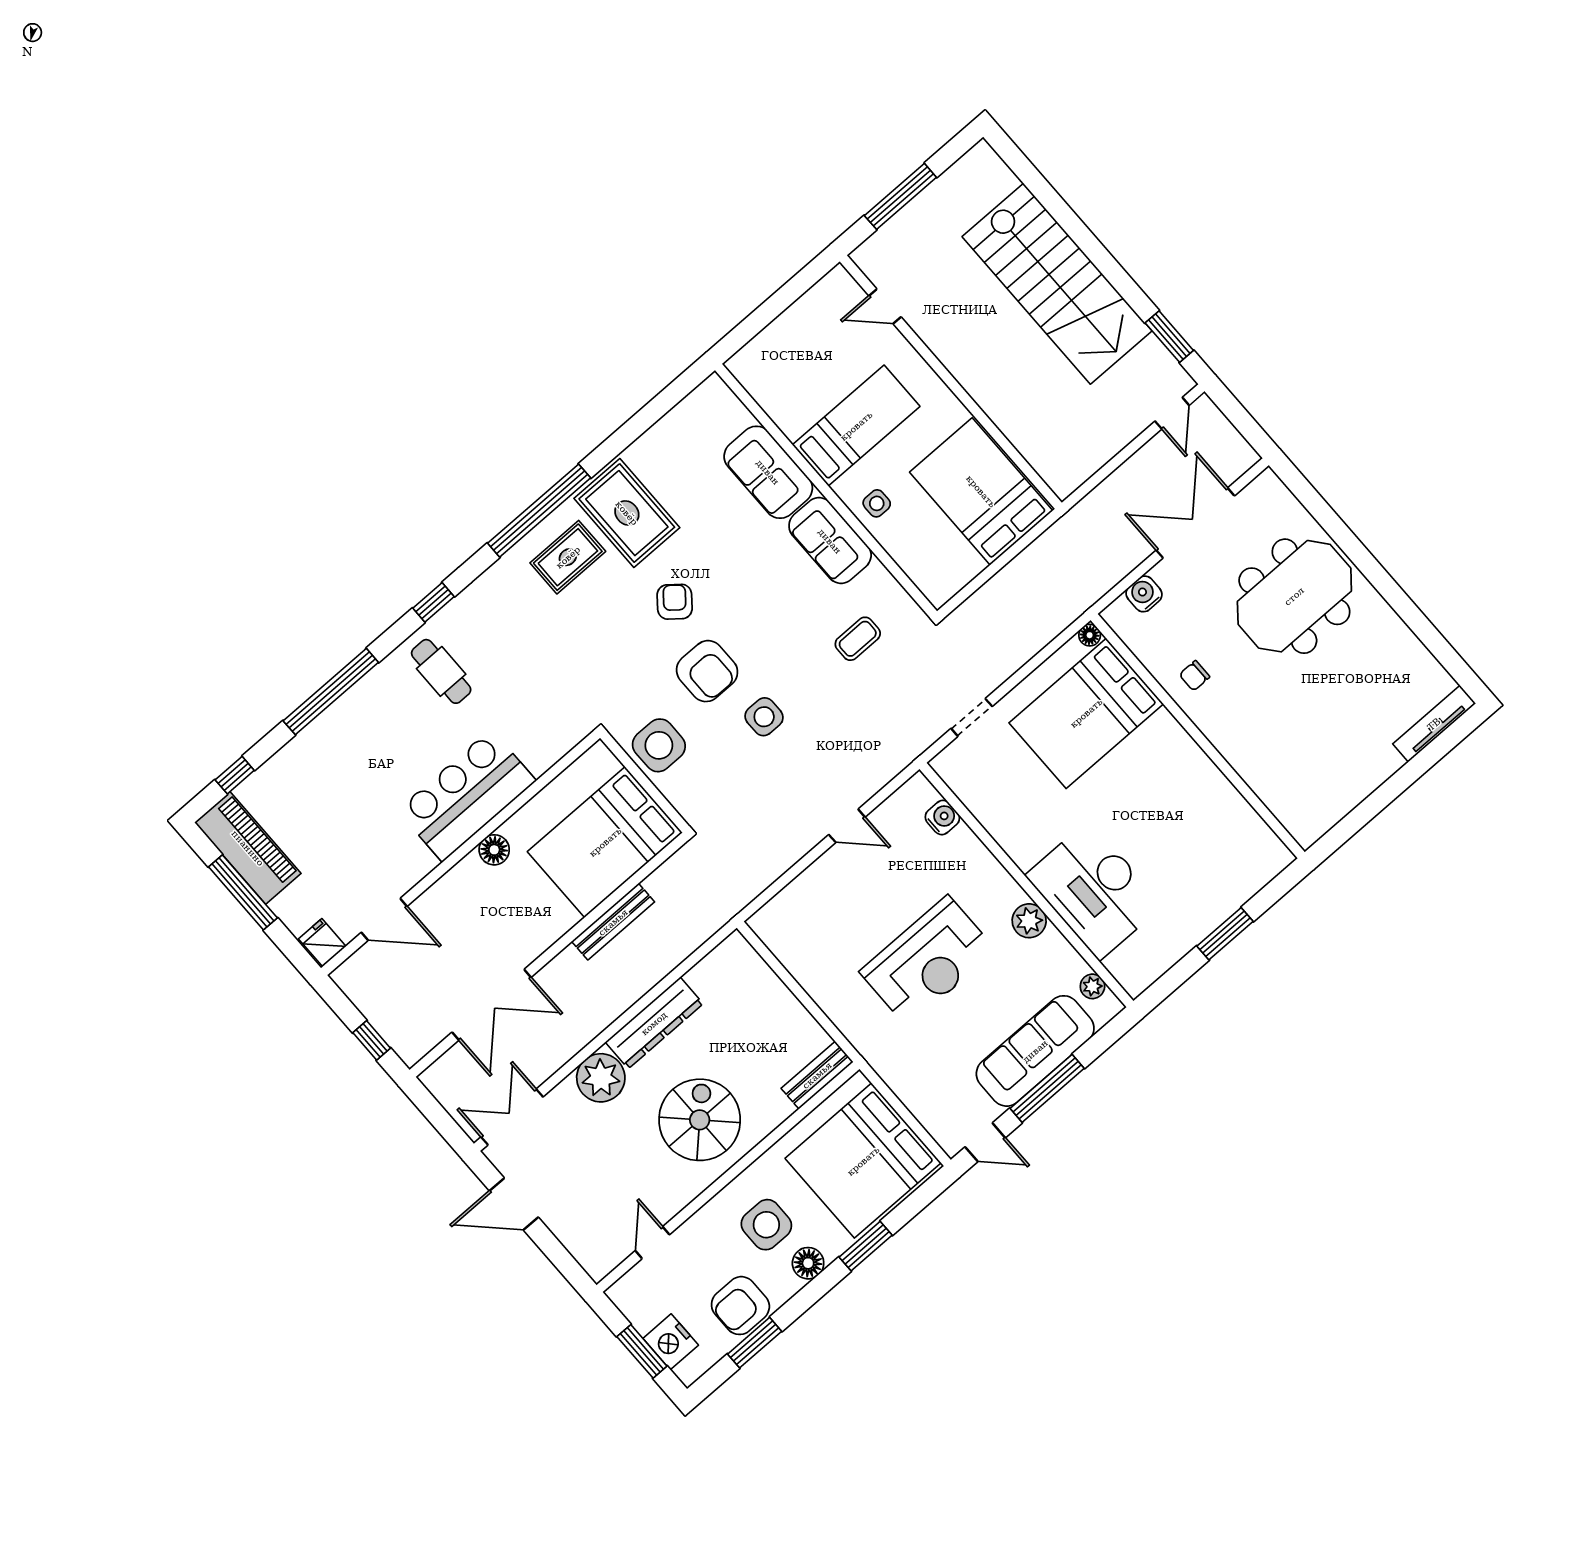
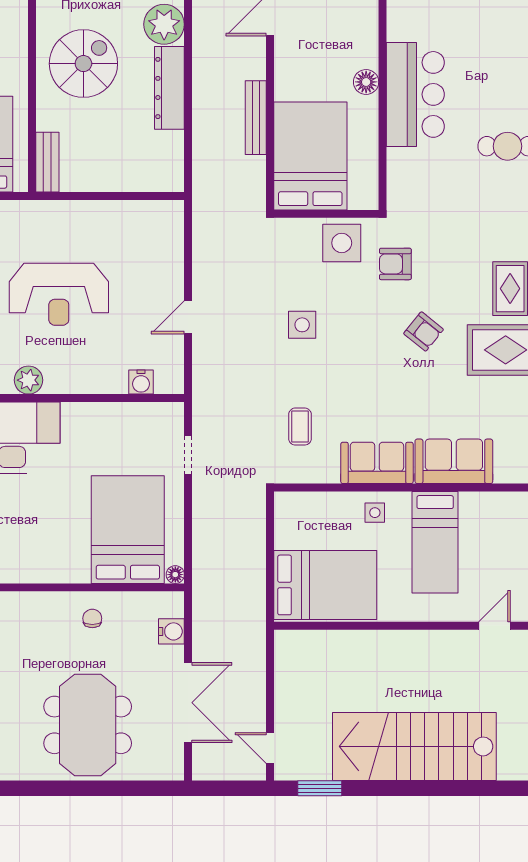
armchair: (707, 671) -> (395, 264), moved, width x0.72, depth x0.72
reception desk: (928, 961) -> (59, 294), turned -90
spiral stairs: (700, 1120) -> (83, 64), turned -90

